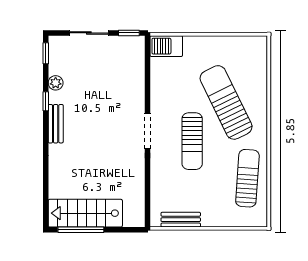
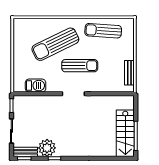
barbecue: (166, 46) -> (36, 86), moved, turned -90
plant: (56, 83) -> (47, 148), width x1.87, depth x1.87
bench: (56, 124) -> (25, 152), moved

